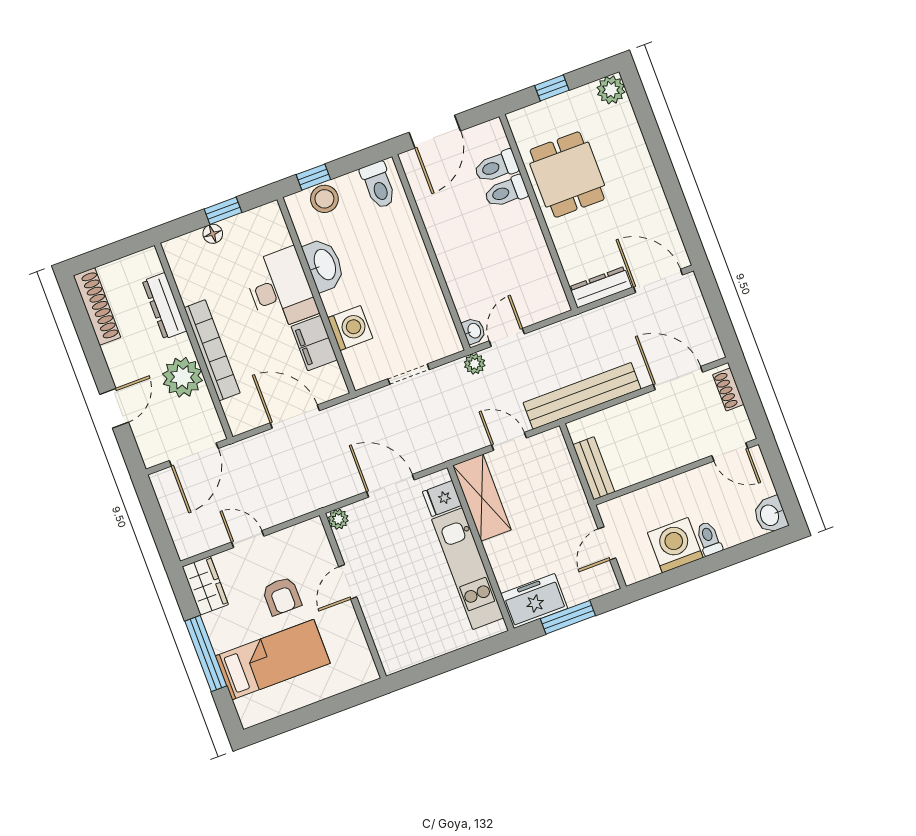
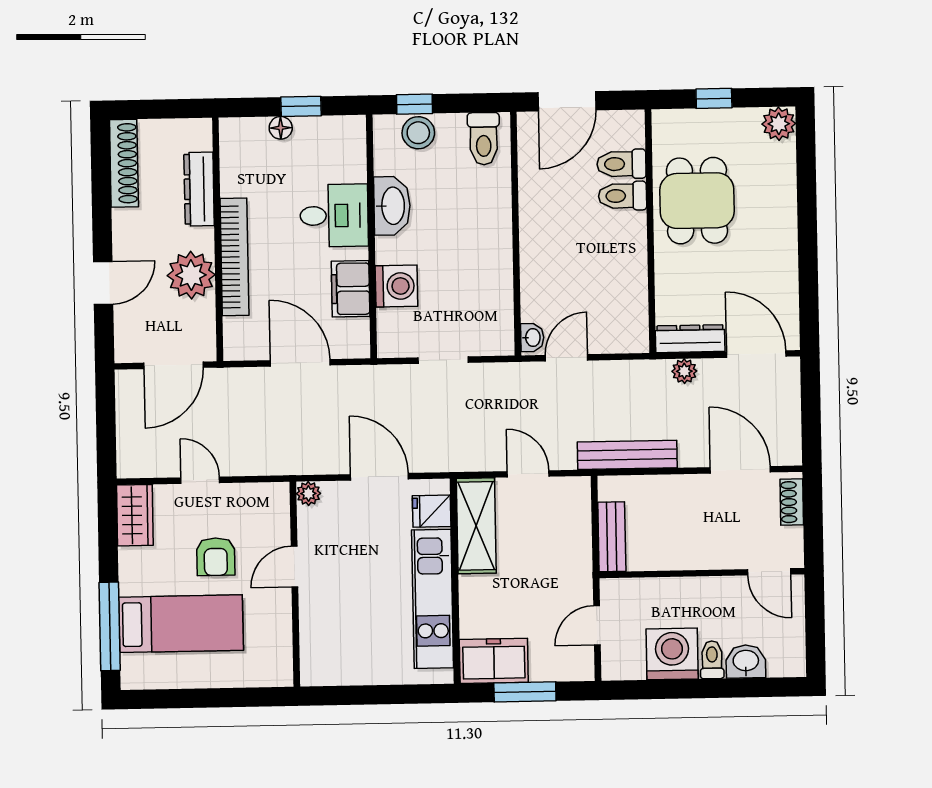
desk: (280, 289) -> (334, 216), width x0.73
plant: (475, 364) -> (684, 371), moved
bench: (582, 396) -> (627, 455), width x0.73, depth x0.82
washbasin: (770, 515) -> (746, 662), moved, turned 90
window: (206, 654) -> (110, 626), moved

